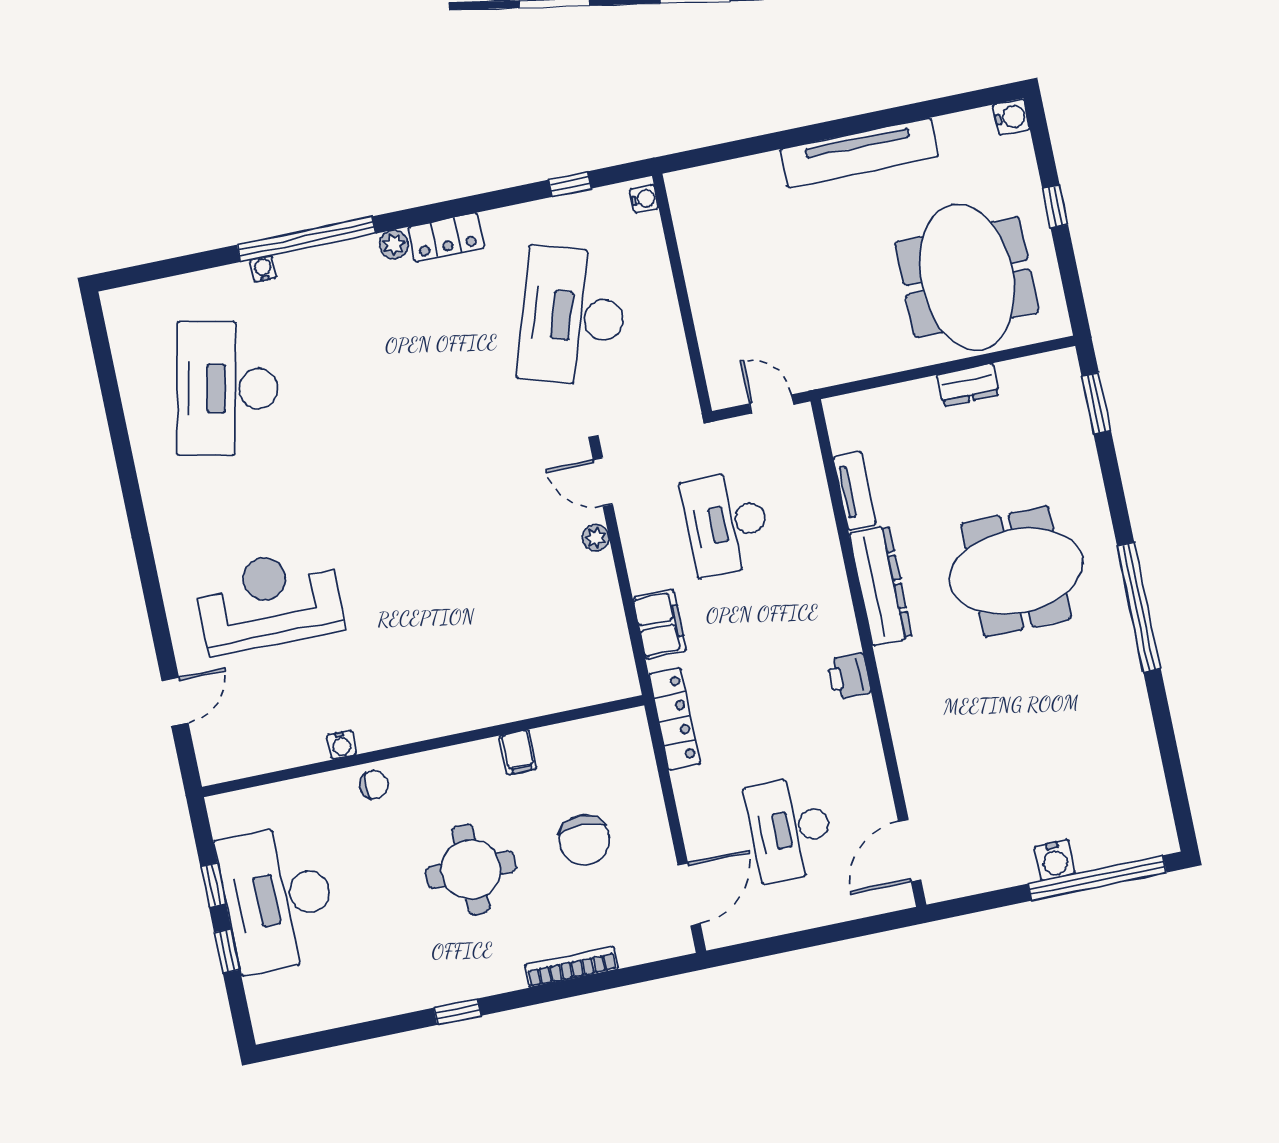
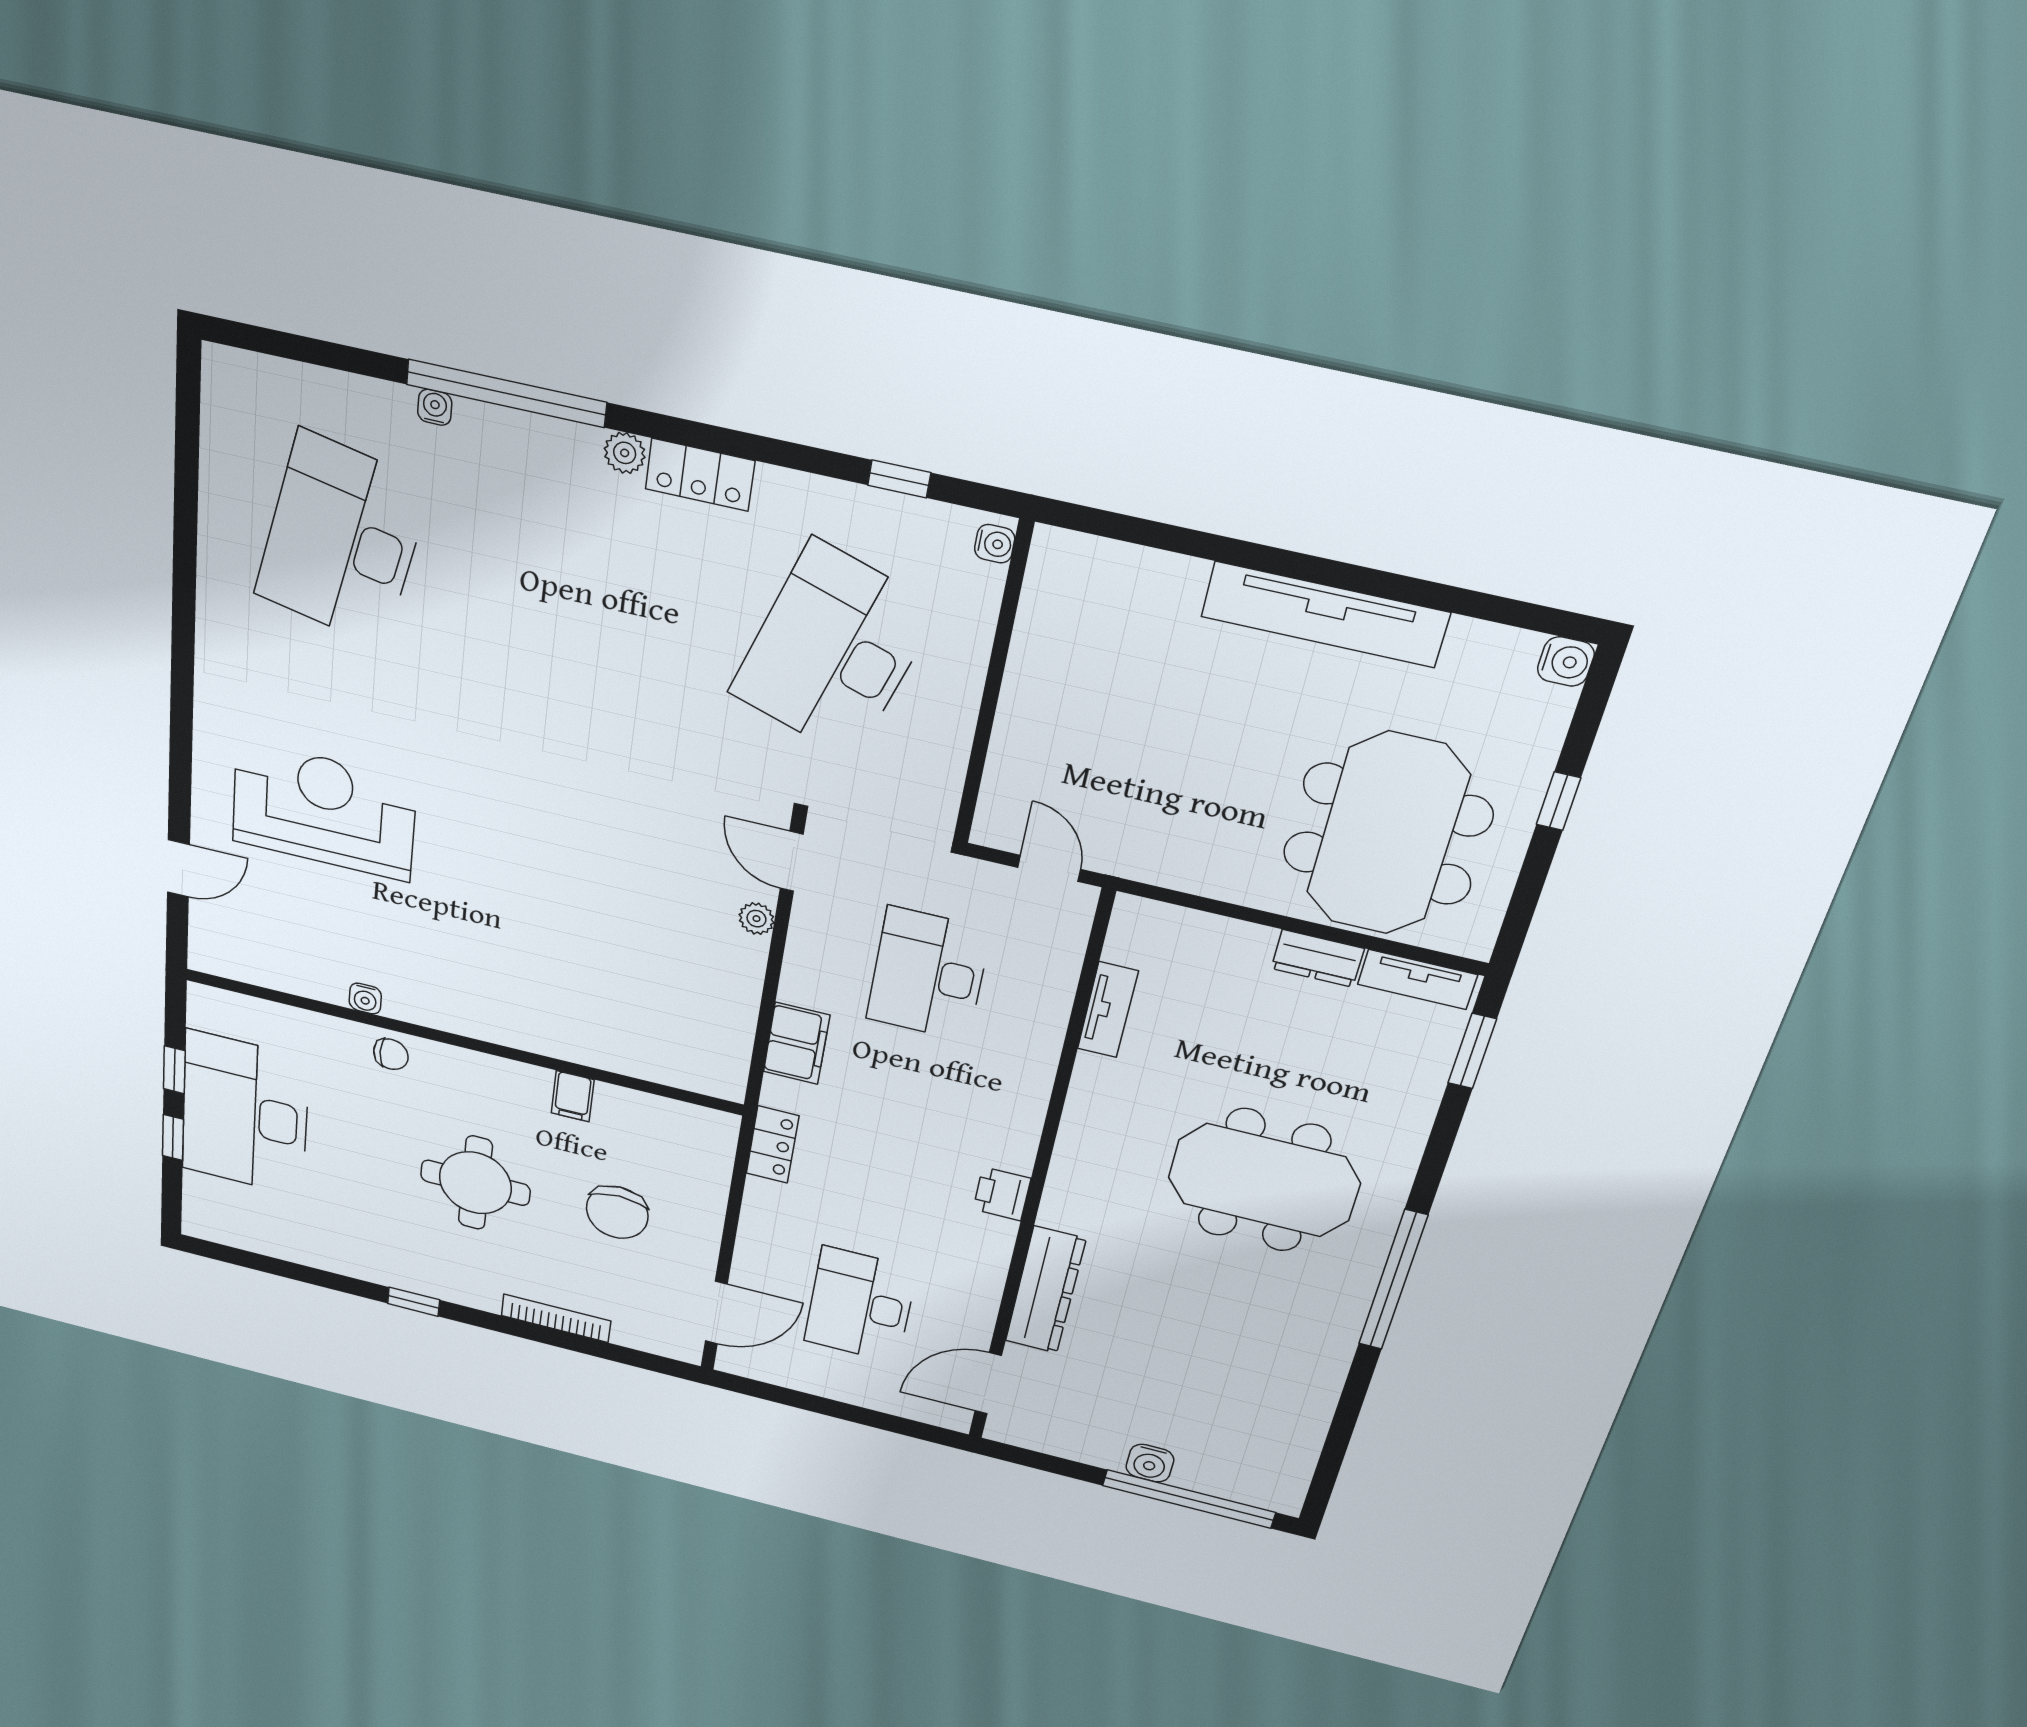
tv unit: (1036, 369) -> (1417, 979), added
dresser: (881, 585) -> (1045, 1290), moved
locker: (674, 719) -> (773, 1145), width x0.66

